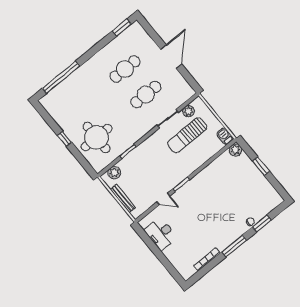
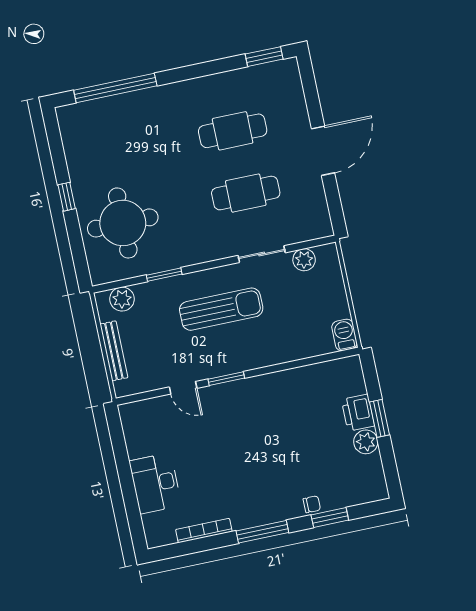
sun lounger: (187, 135) -> (221, 309), moved, turned 180
plant: (235, 150) -> (366, 442), moved
printer: (250, 169) -> (358, 413), added
desk: (161, 234) -> (155, 483), moved

